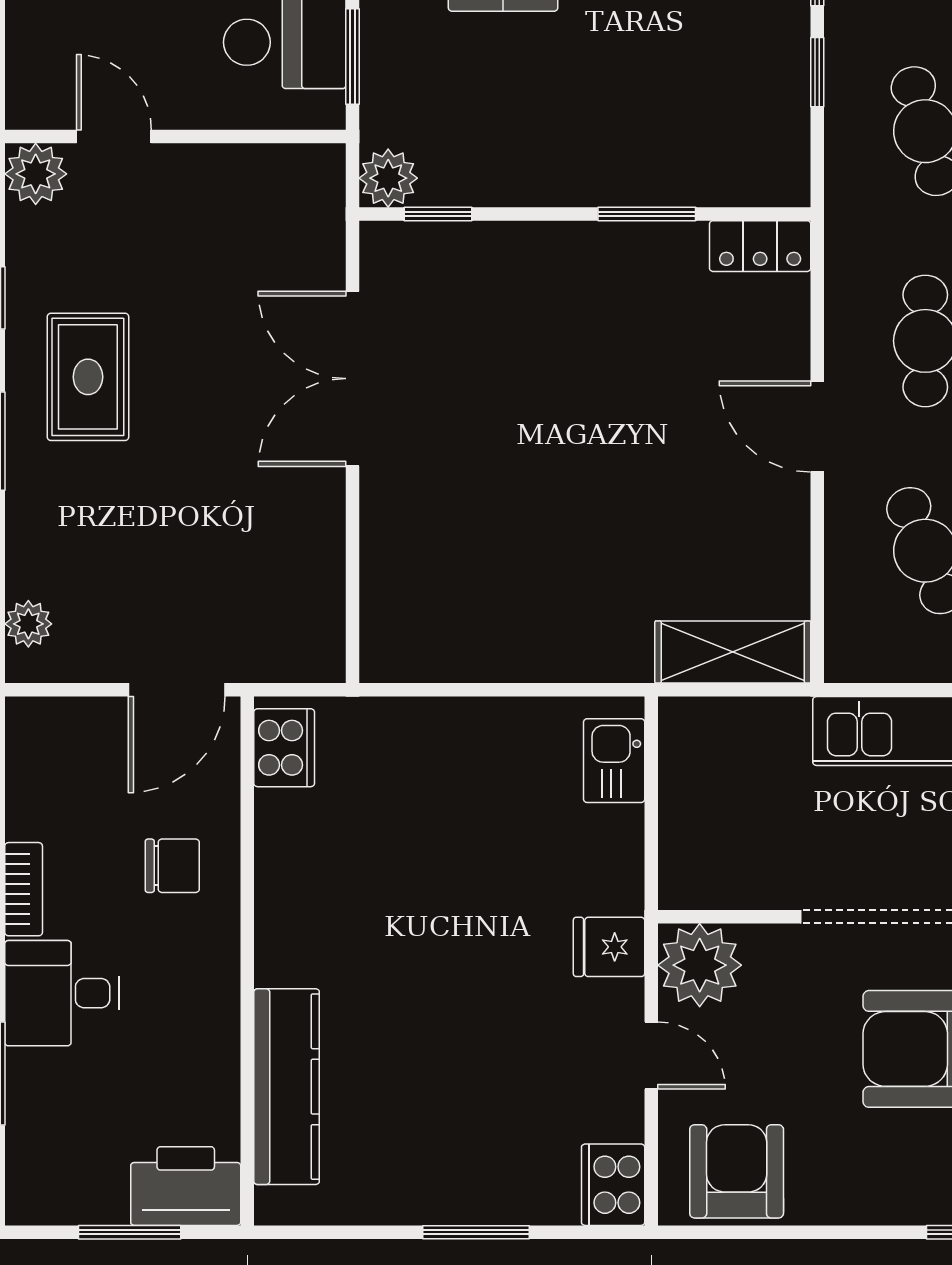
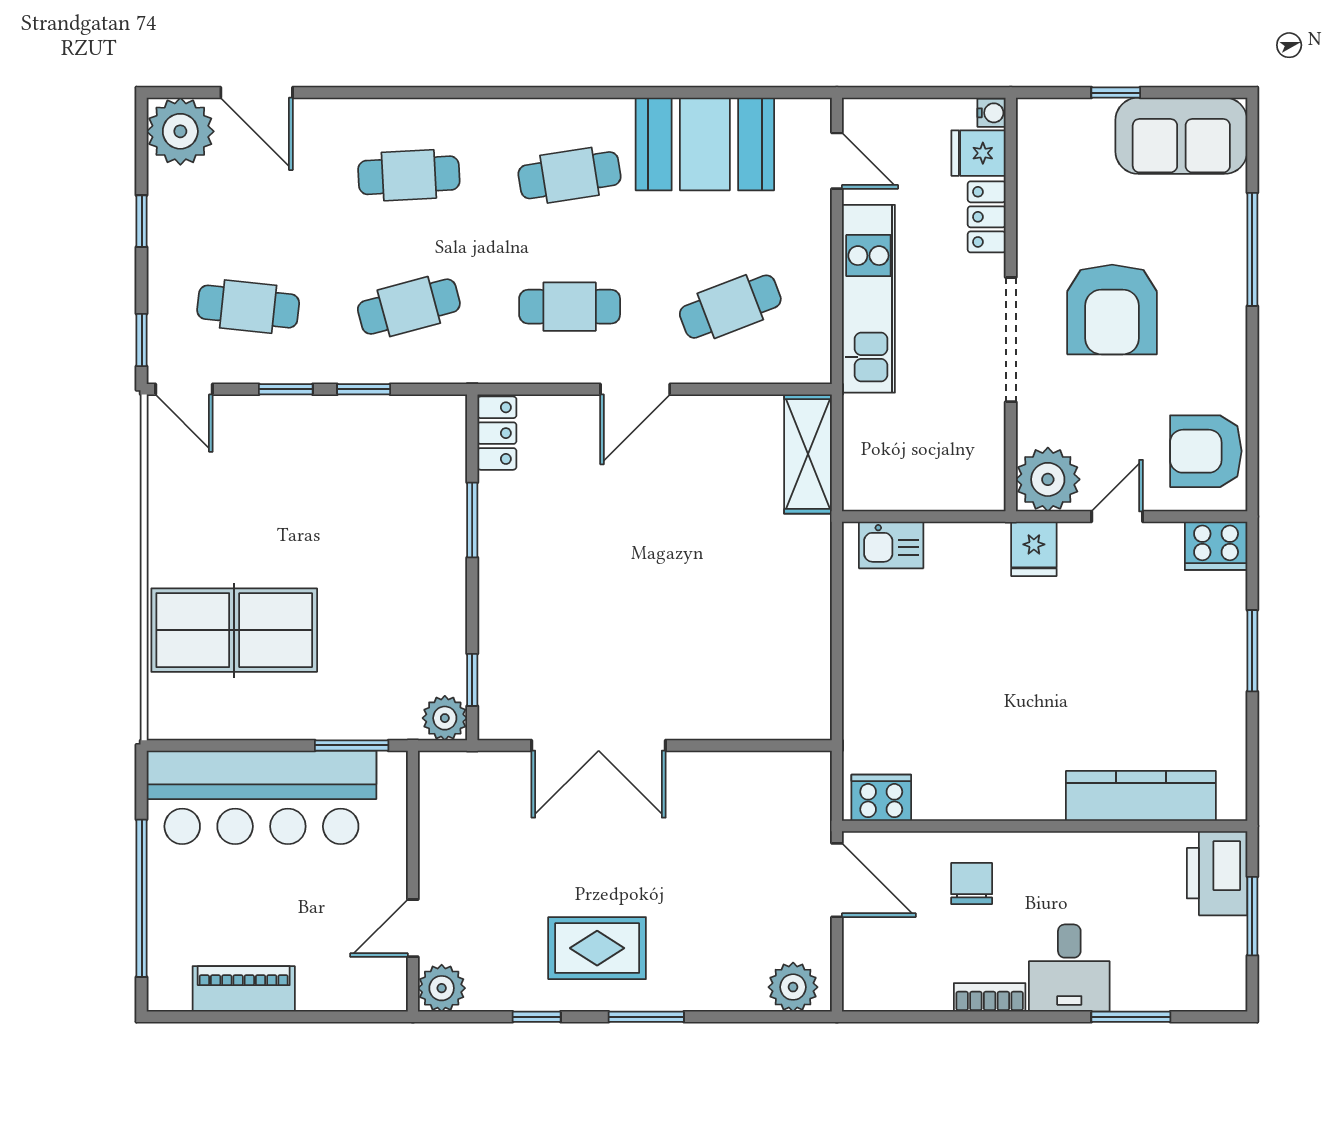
plant: (28, 624) -> (793, 987), width x1.38, depth x1.38

